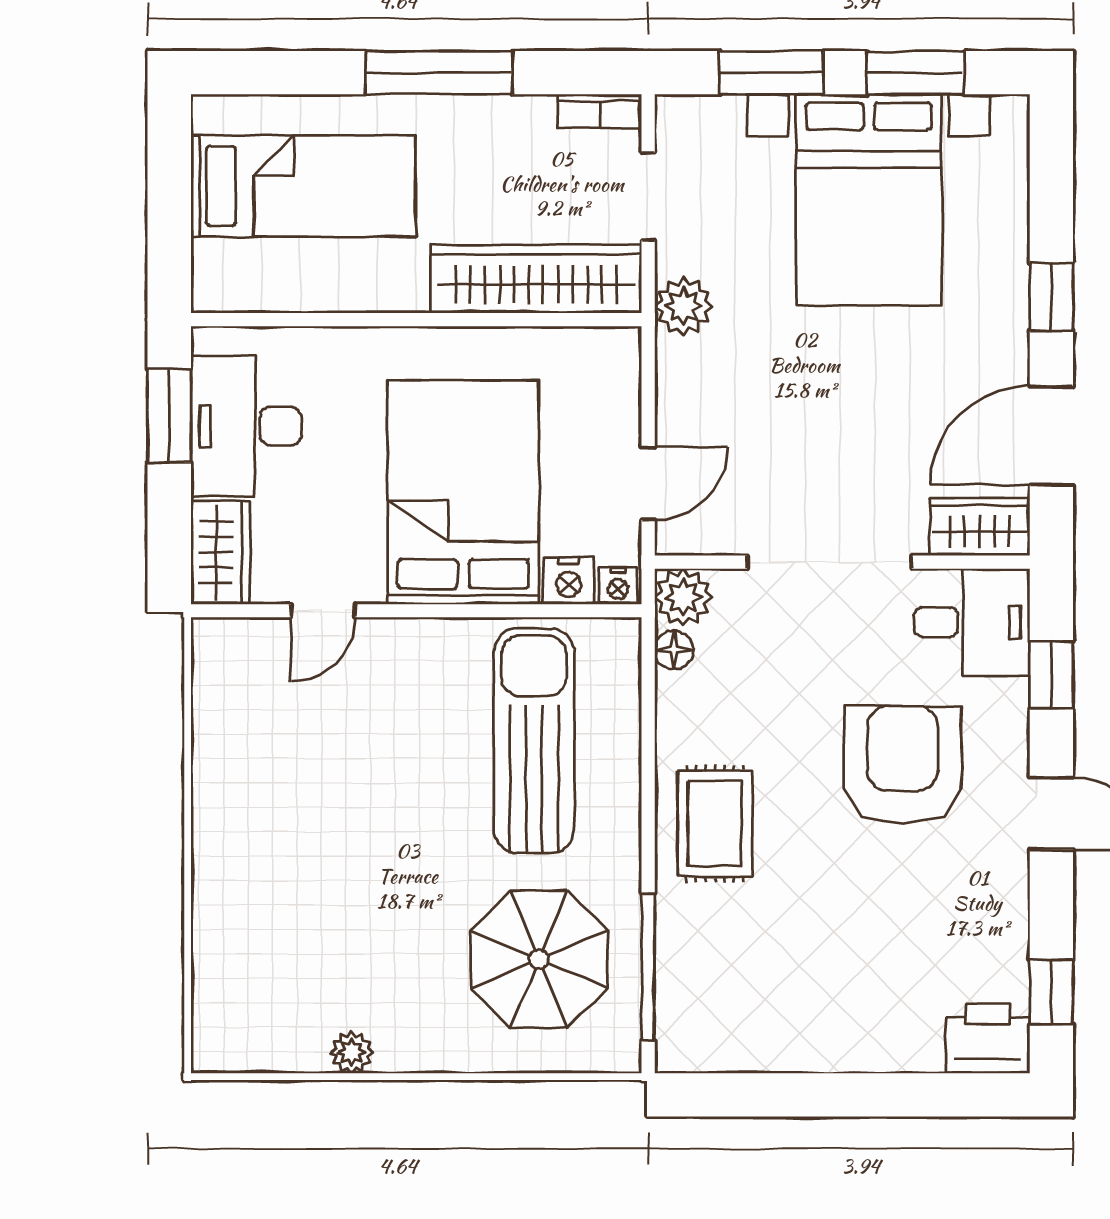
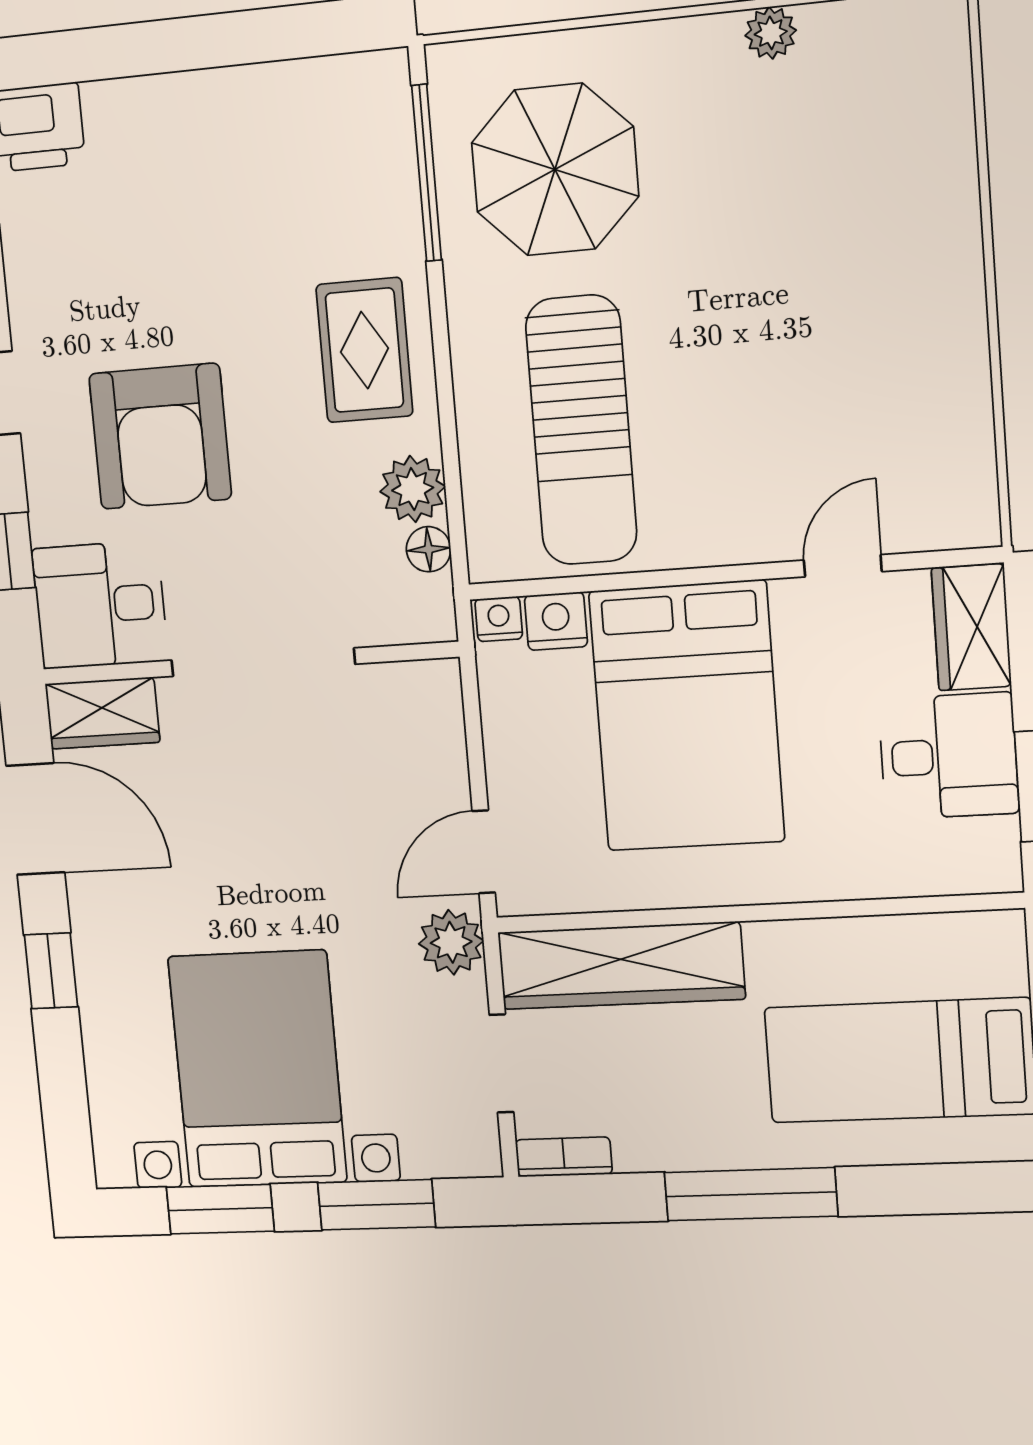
desk: (246, 426) -> (948, 756), width x0.73
door: (1051, 435) -> (35, 819), hinge flipped
door: (648, 483) -> (484, 852), moved
plant: (683, 597) -> (413, 489), moved

